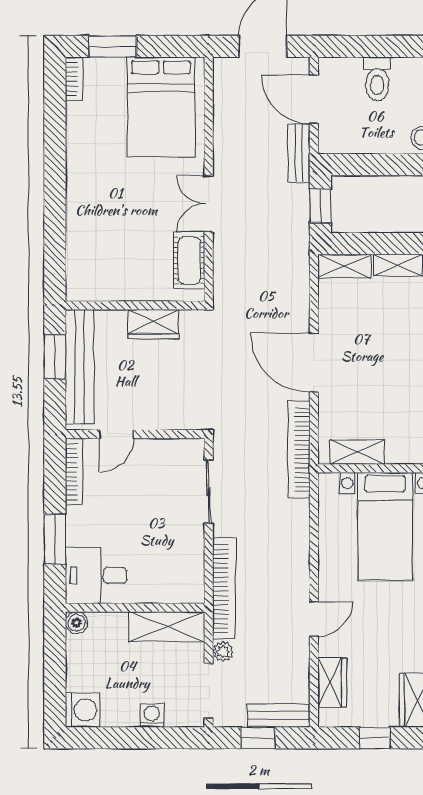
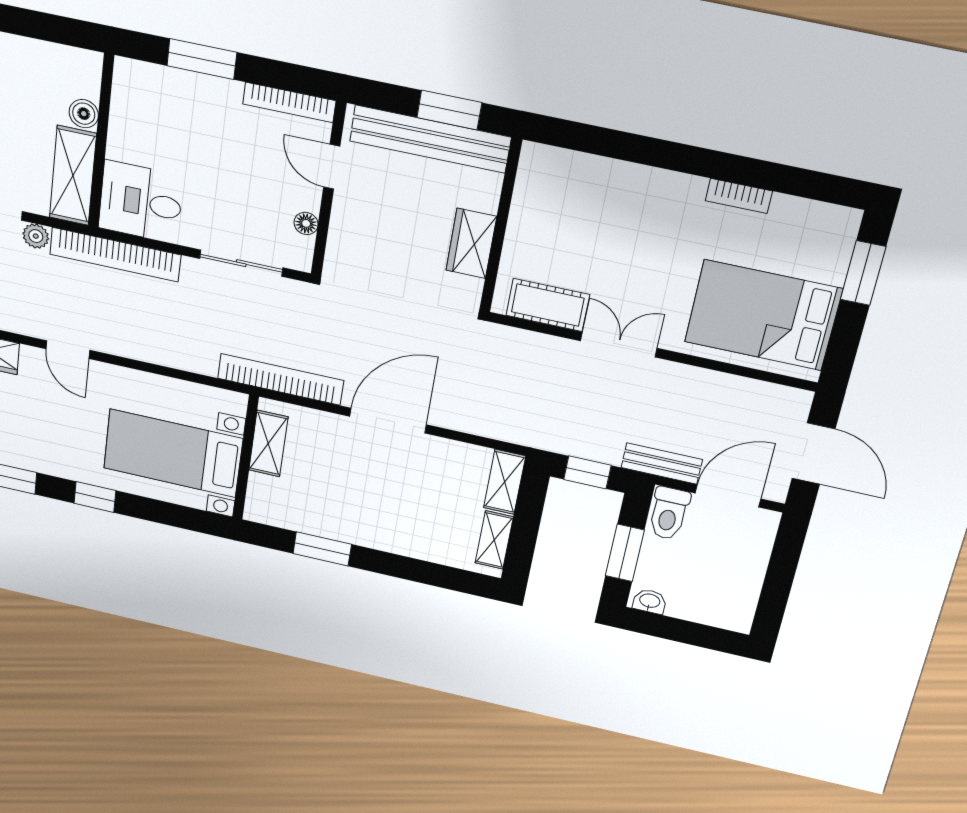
bookcase: (74, 79) -> (739, 196), moved
toilet: (377, 79) -> (669, 513), moved, turned -90
window: (383, 165) -> (625, 553), added
floor lamp: (165, 447) -> (306, 223), added
desk: (96, 575) -> (141, 202), moved, turned -90
boiler: (76, 623) -> (84, 114), moved

